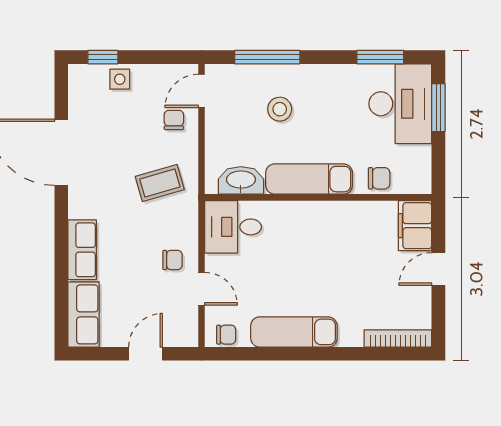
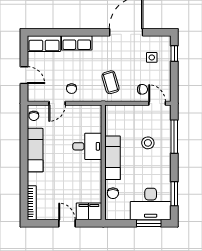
side table: (120, 79) -> (152, 57), moved
washbasin: (241, 180) -> (112, 123), removed
desk: (233, 227) -> (87, 146), moved, turned 90

